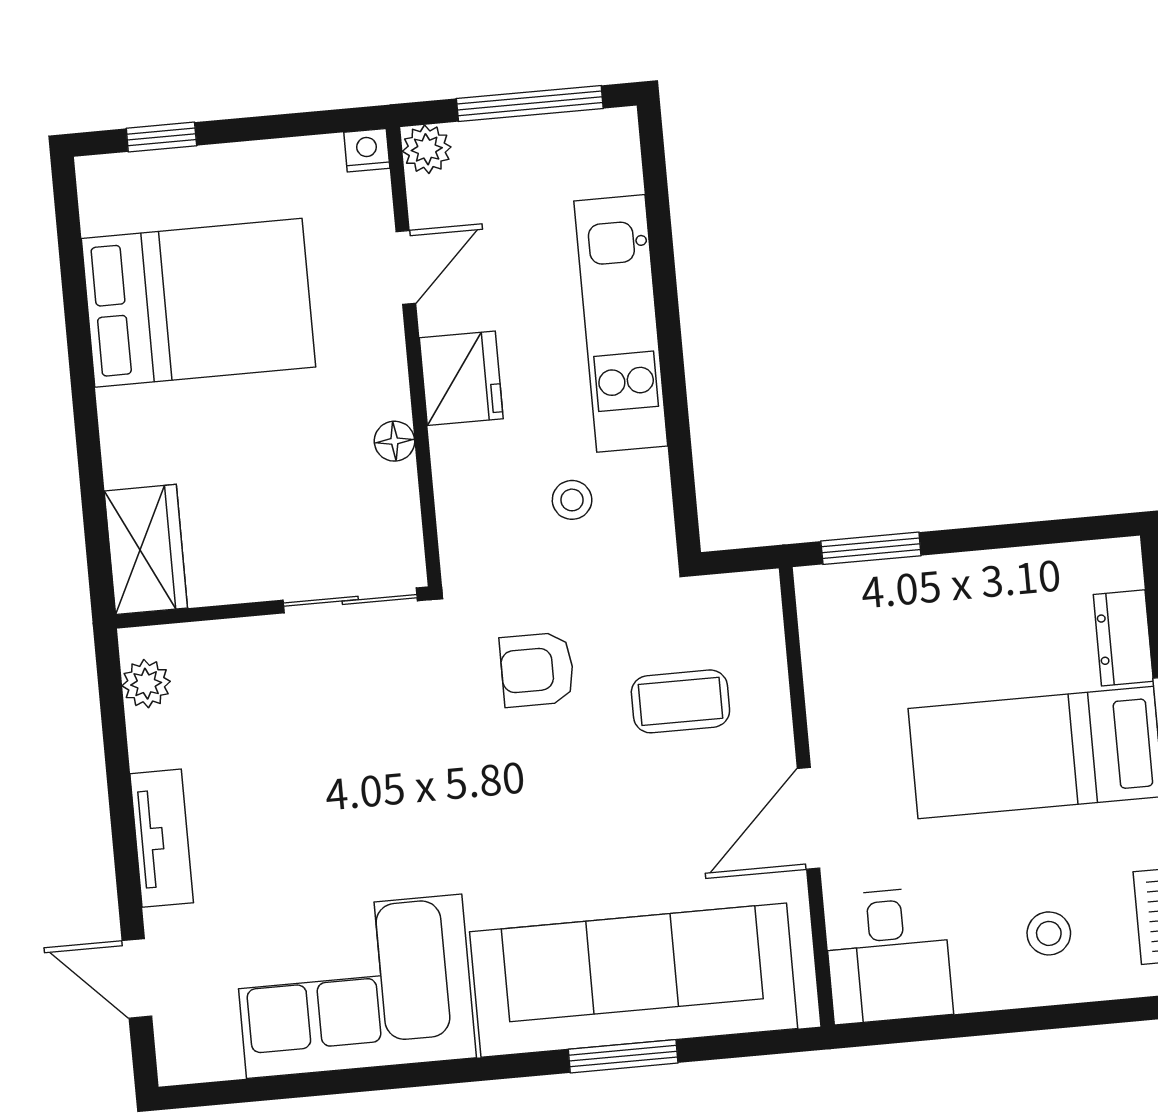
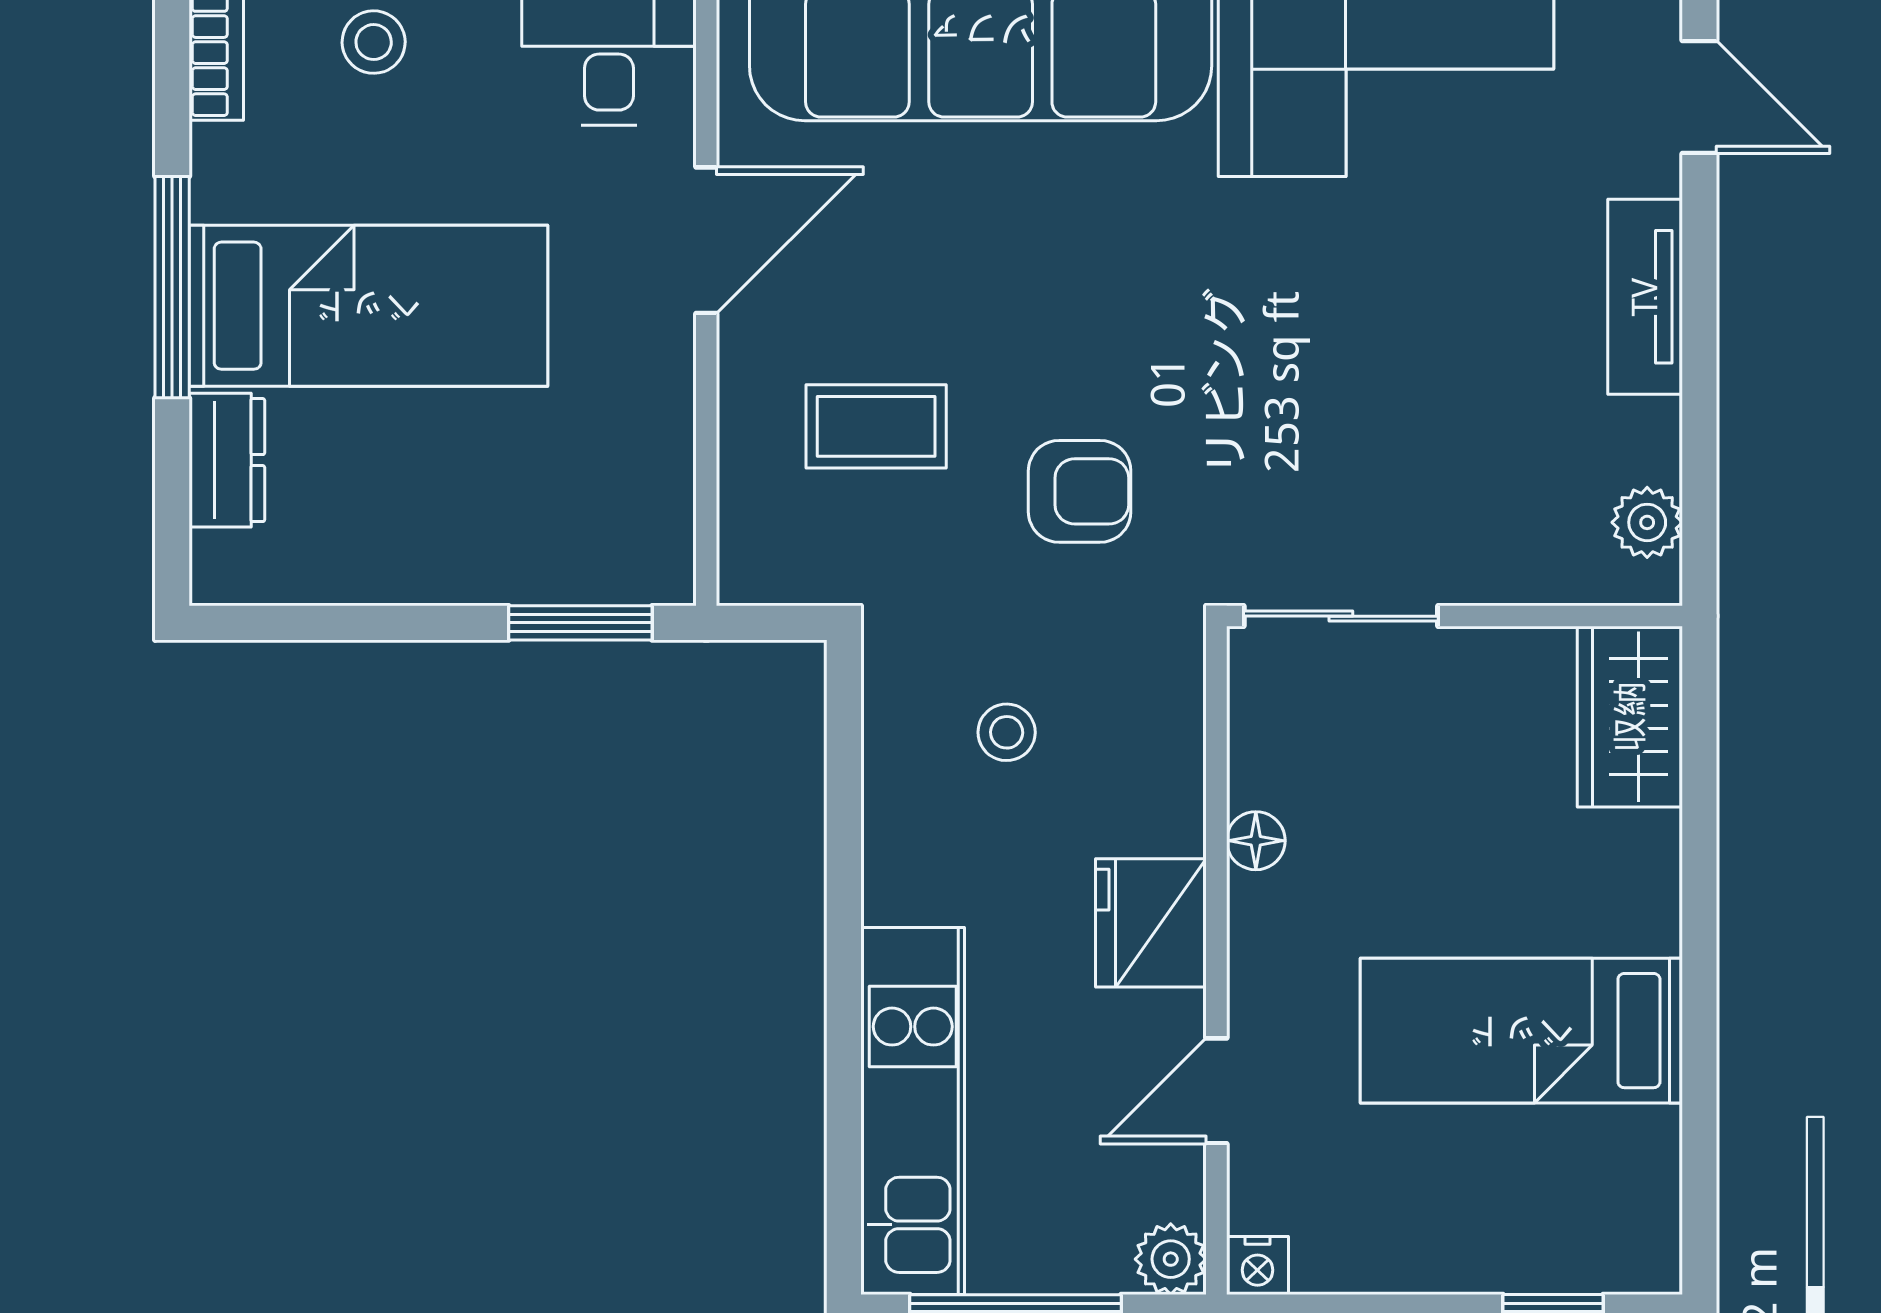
bed: (198, 303) -> (1521, 1031), width x0.67
kitchen unit: (621, 323) -> (913, 1111), moved

